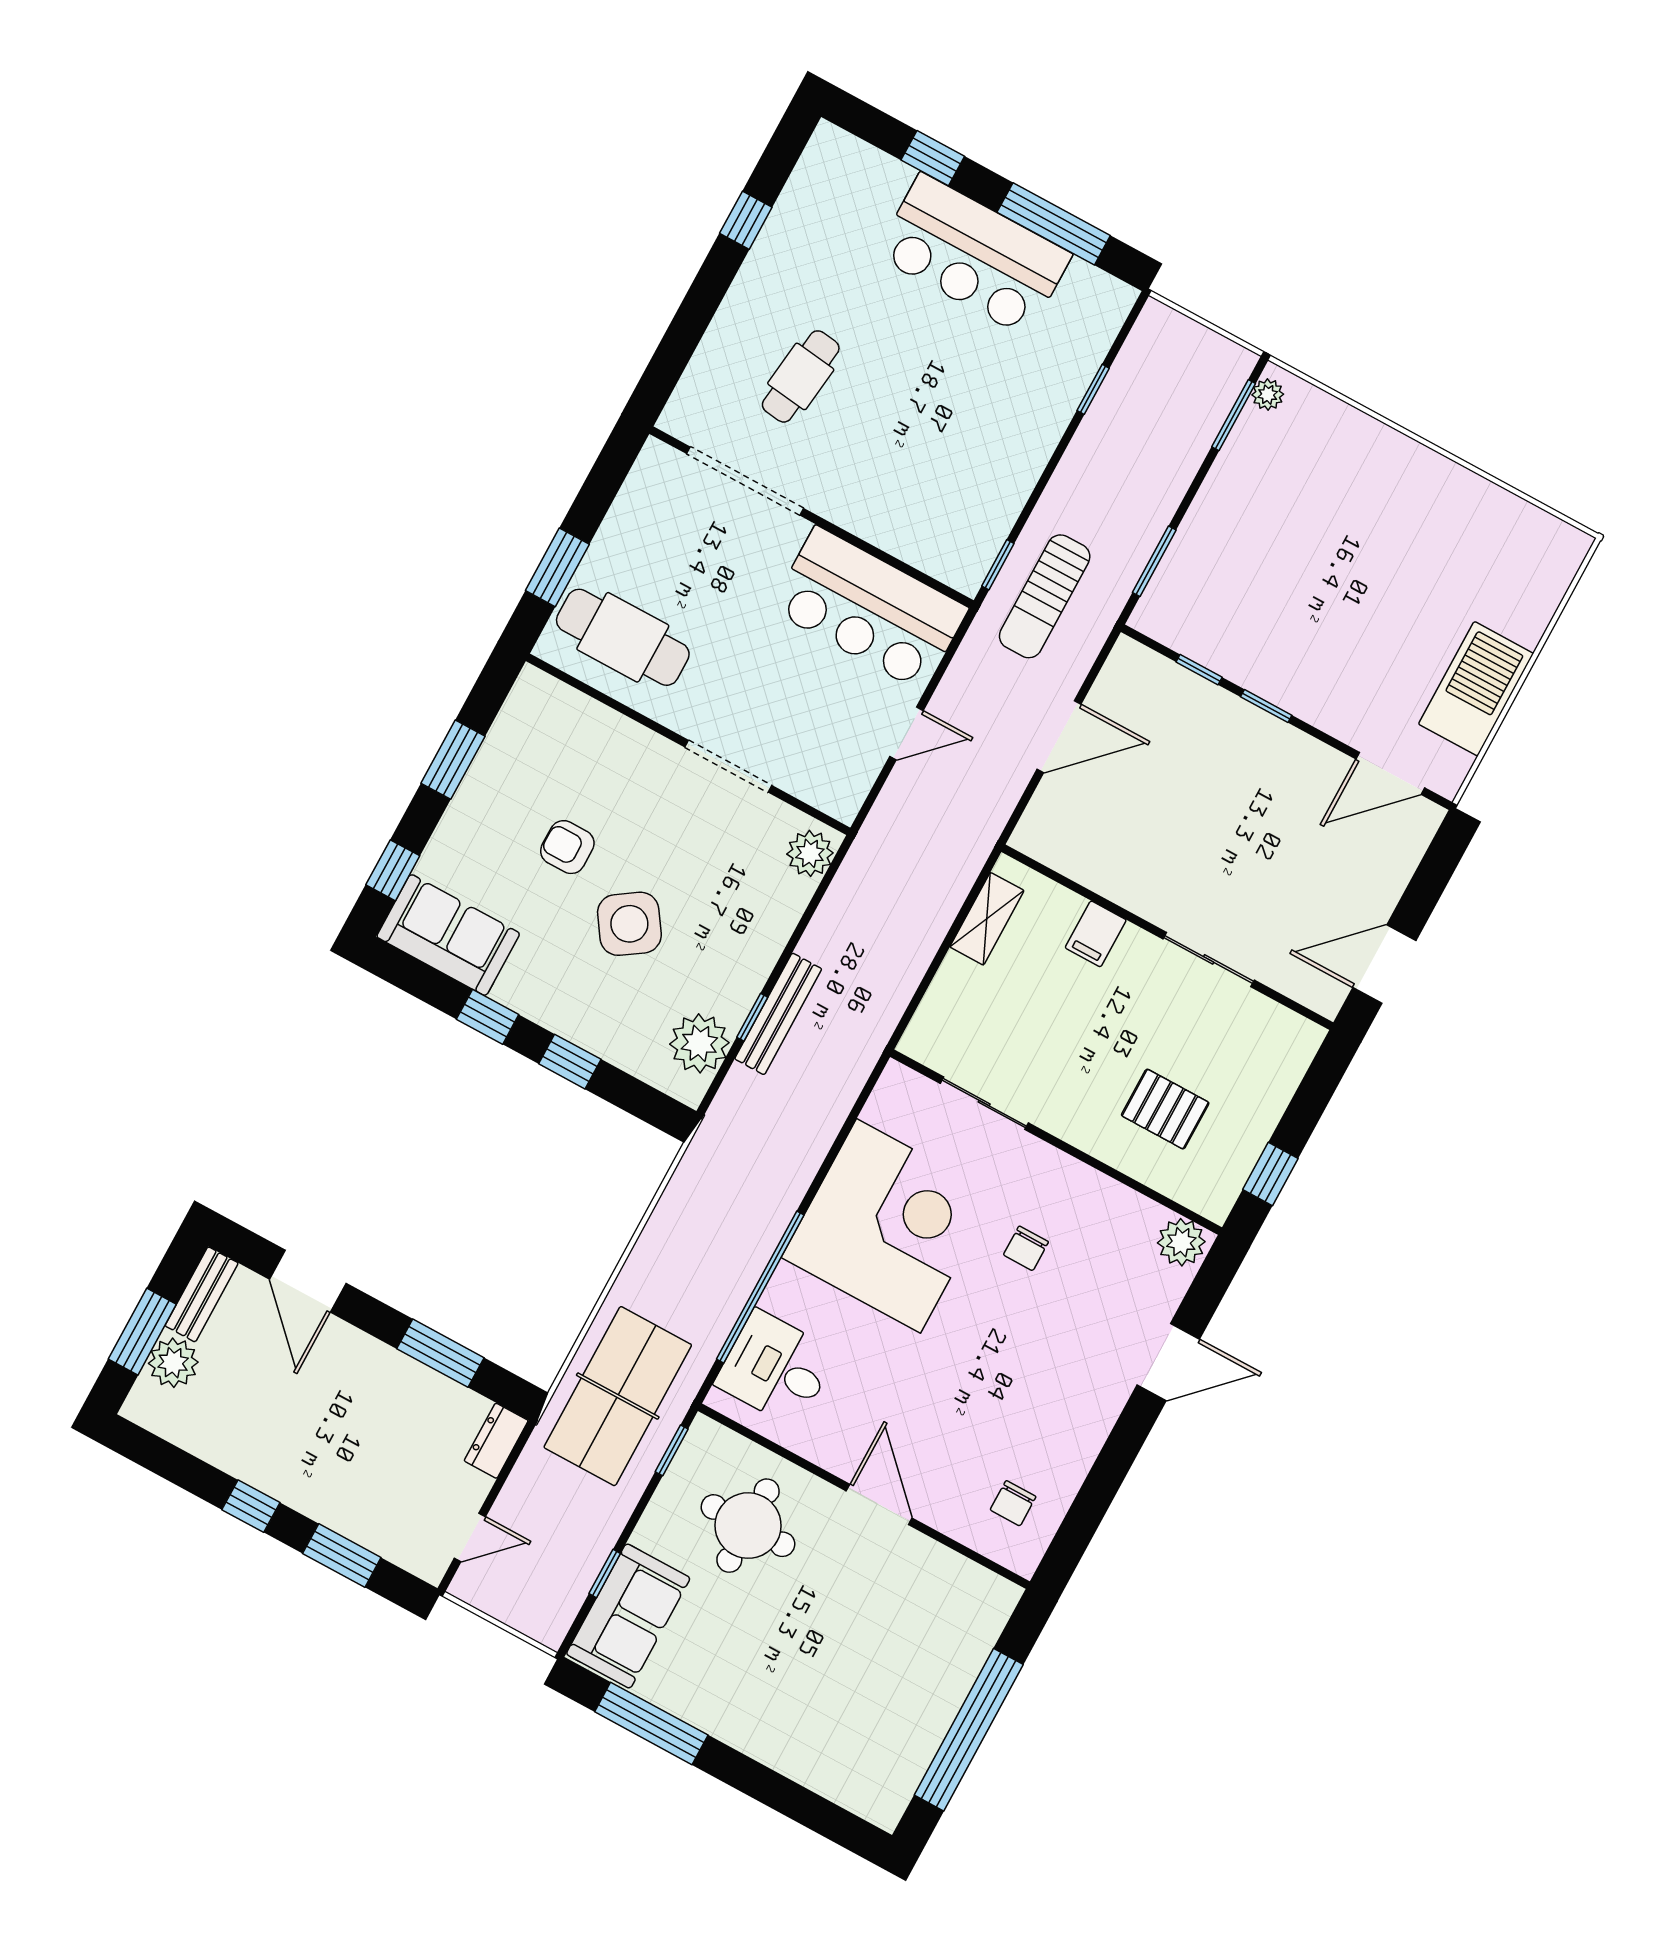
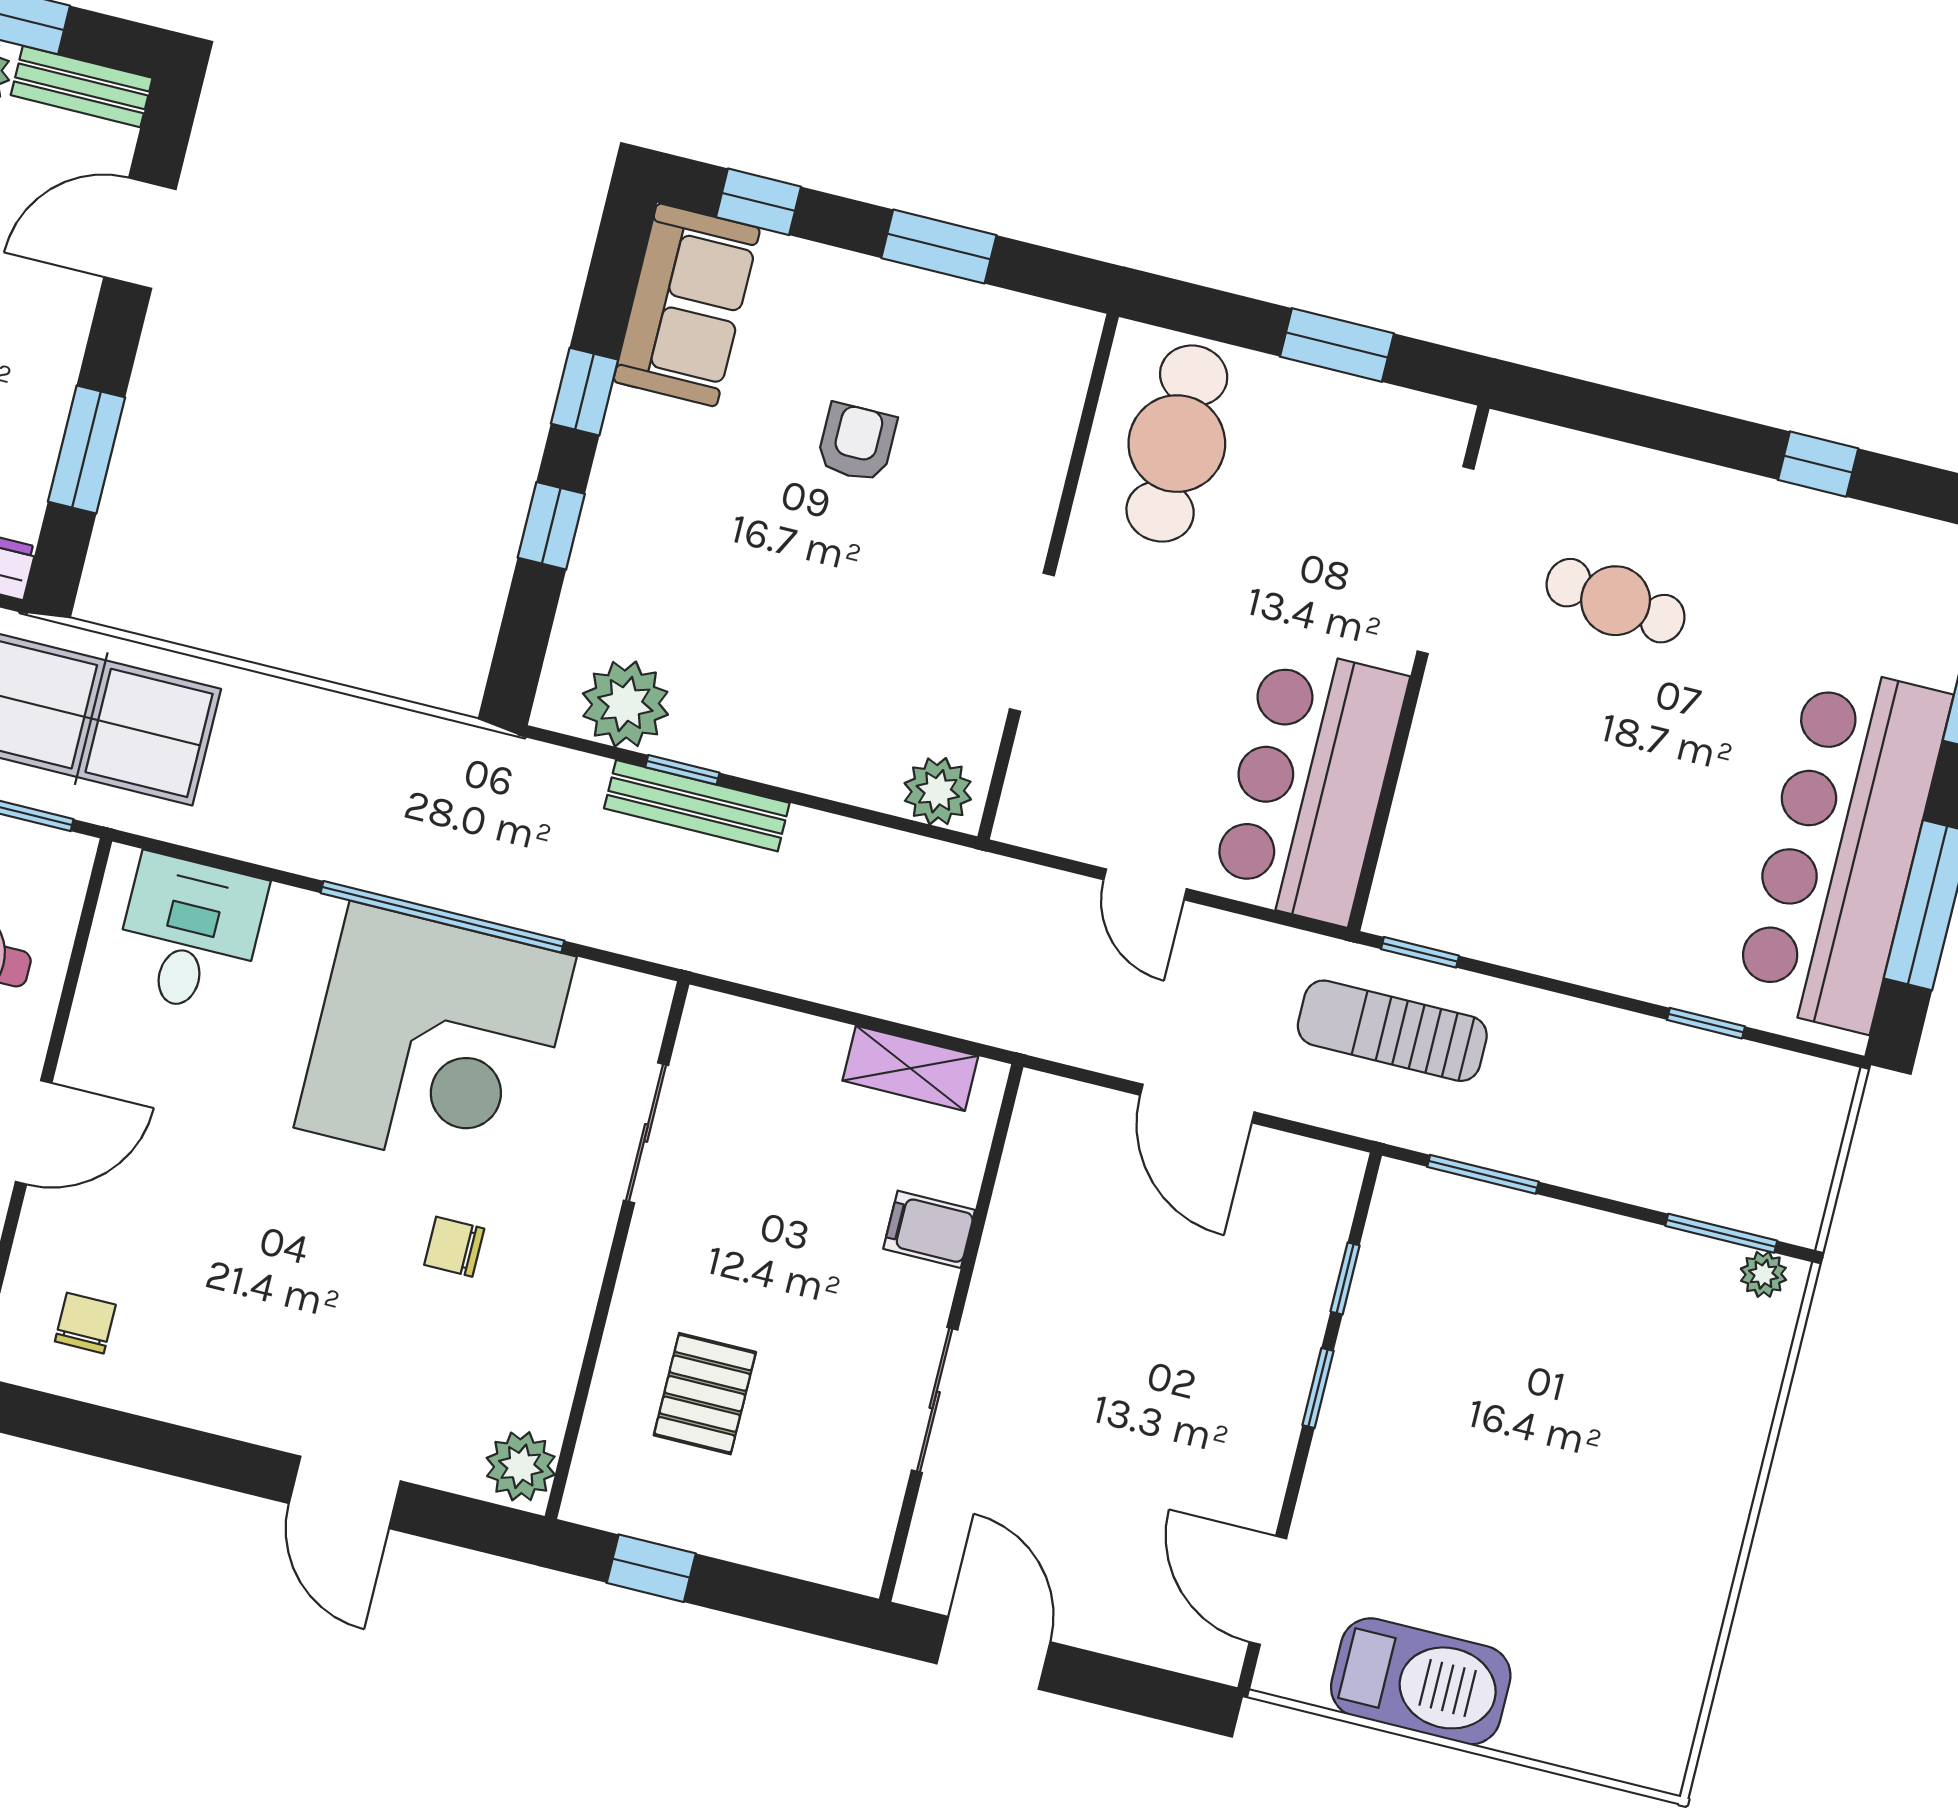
bar counter: (974, 255) -> (1842, 848), width x1.36
window: (557, 567) -> (1337, 345), moved
side table: (629, 924) -> (770, 560), removed
window: (760, 1287) -> (442, 917), moved
chair: (1013, 1503) -> (85, 1323), turned 90

